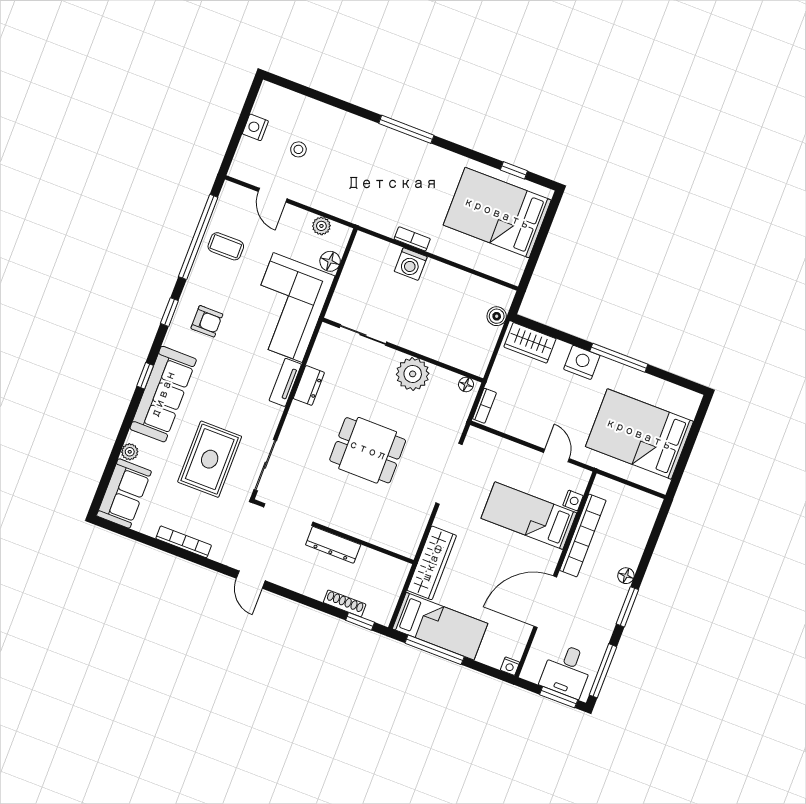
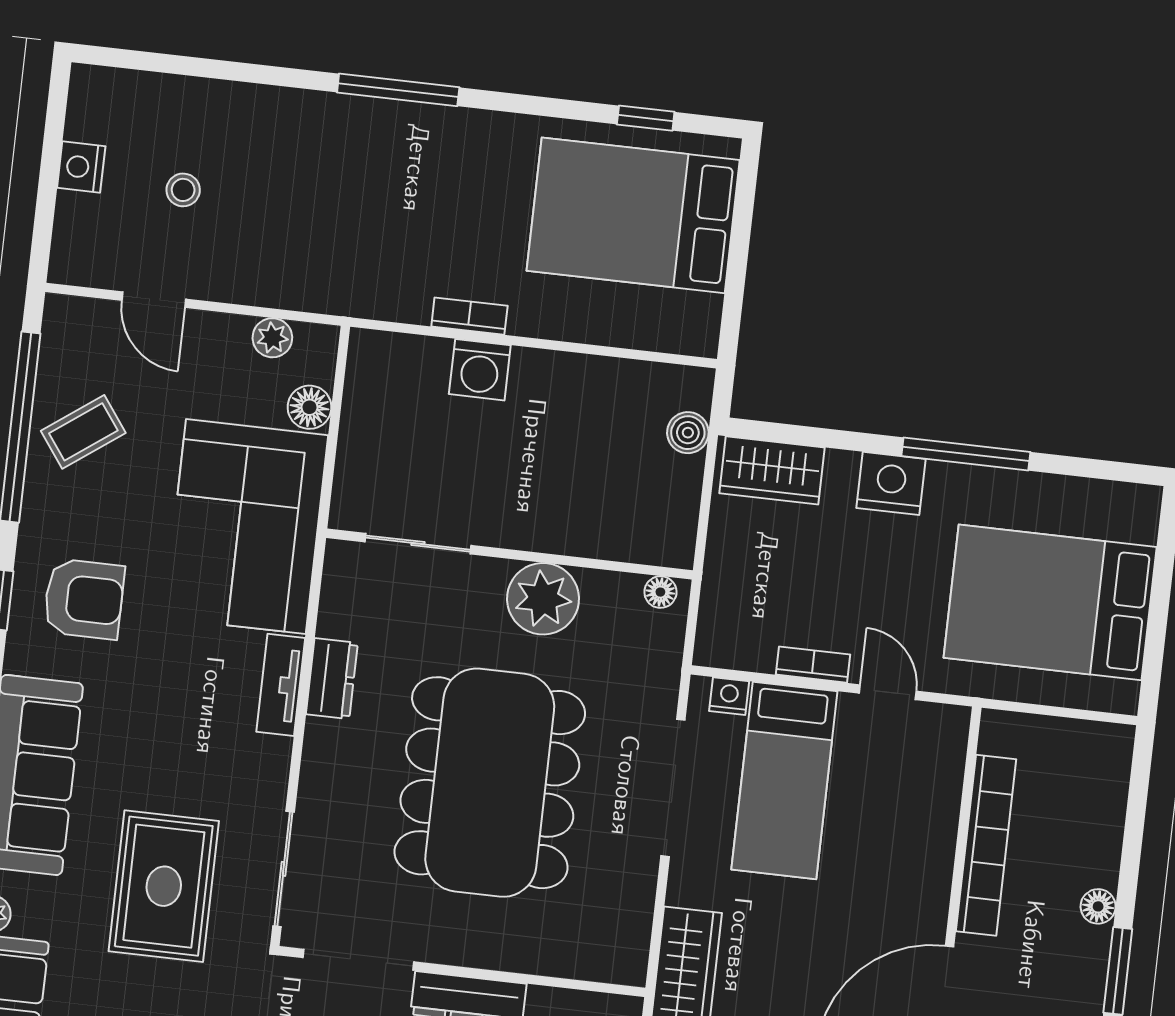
coffee table: (226, 246) -> (83, 432), turned -36
armchair: (207, 321) -> (84, 599), width x1.38, depth x1.38
bookcase: (484, 406) -> (813, 665), moved, turned -90
dining table: (368, 450) -> (490, 783), width x1.88, depth x1.24
nightstand: (573, 500) -> (729, 696), moved, turned -90
bed: (529, 516) -> (784, 780), moved, turned -90

